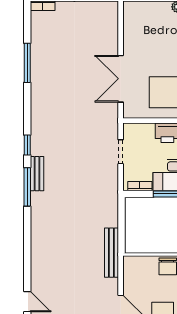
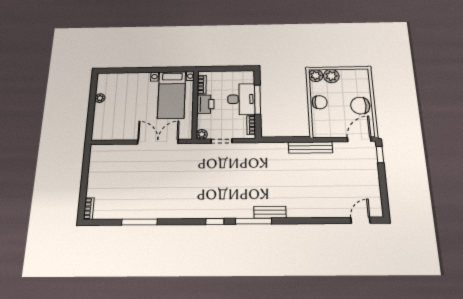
double door: (121, 79) -> (158, 142), swing flipped
plant: (129, 129) -> (202, 134), added
bench: (37, 174) -> (270, 212), moved

